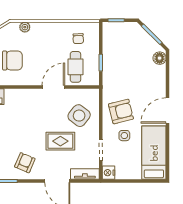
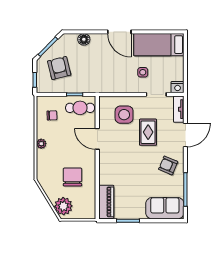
plant: (25, 27) -> (41, 144), moved
floor lamp: (160, 58) -> (84, 39), moved
cafe table: (75, 67) -> (80, 108), moved
armchair: (121, 111) -> (59, 68), moved
side table: (79, 116) -> (124, 115), turned -38

